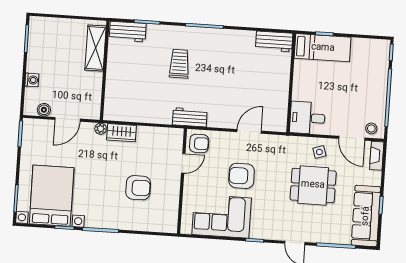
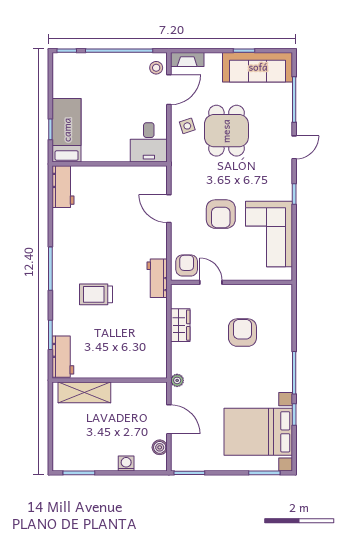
wardrobe: (122, 133) -> (180, 325), moved

